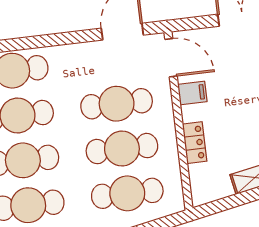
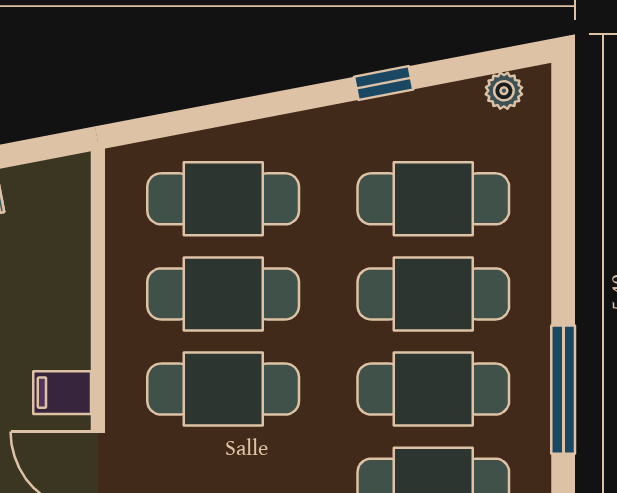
locker: (195, 143) -> (70, 288), removed

